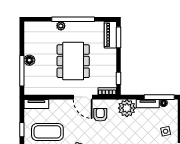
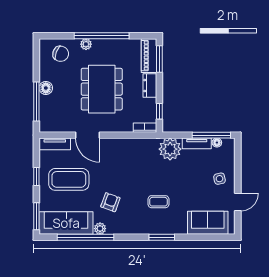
chair: (41, 33) -> (61, 54), added
dresser: (111, 58) -> (150, 86), added
door: (83, 97) -> (87, 135), moved
armchair: (100, 115) -> (136, 158), removed

